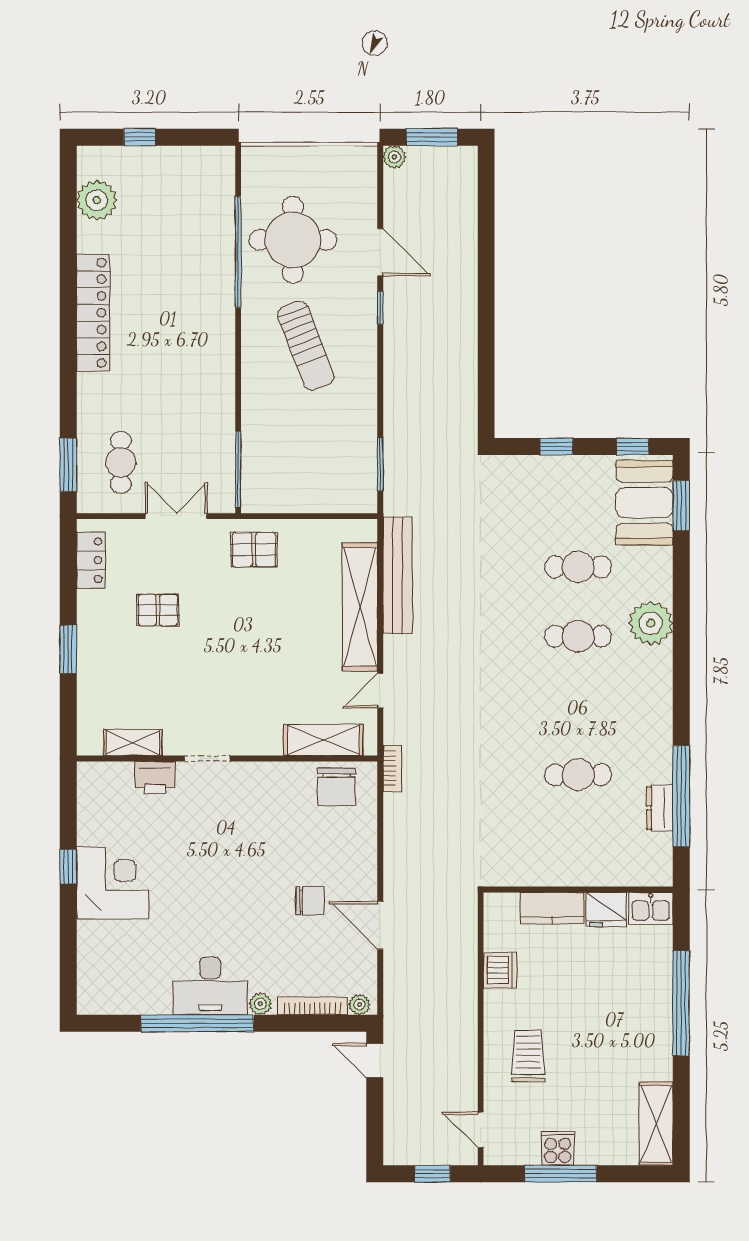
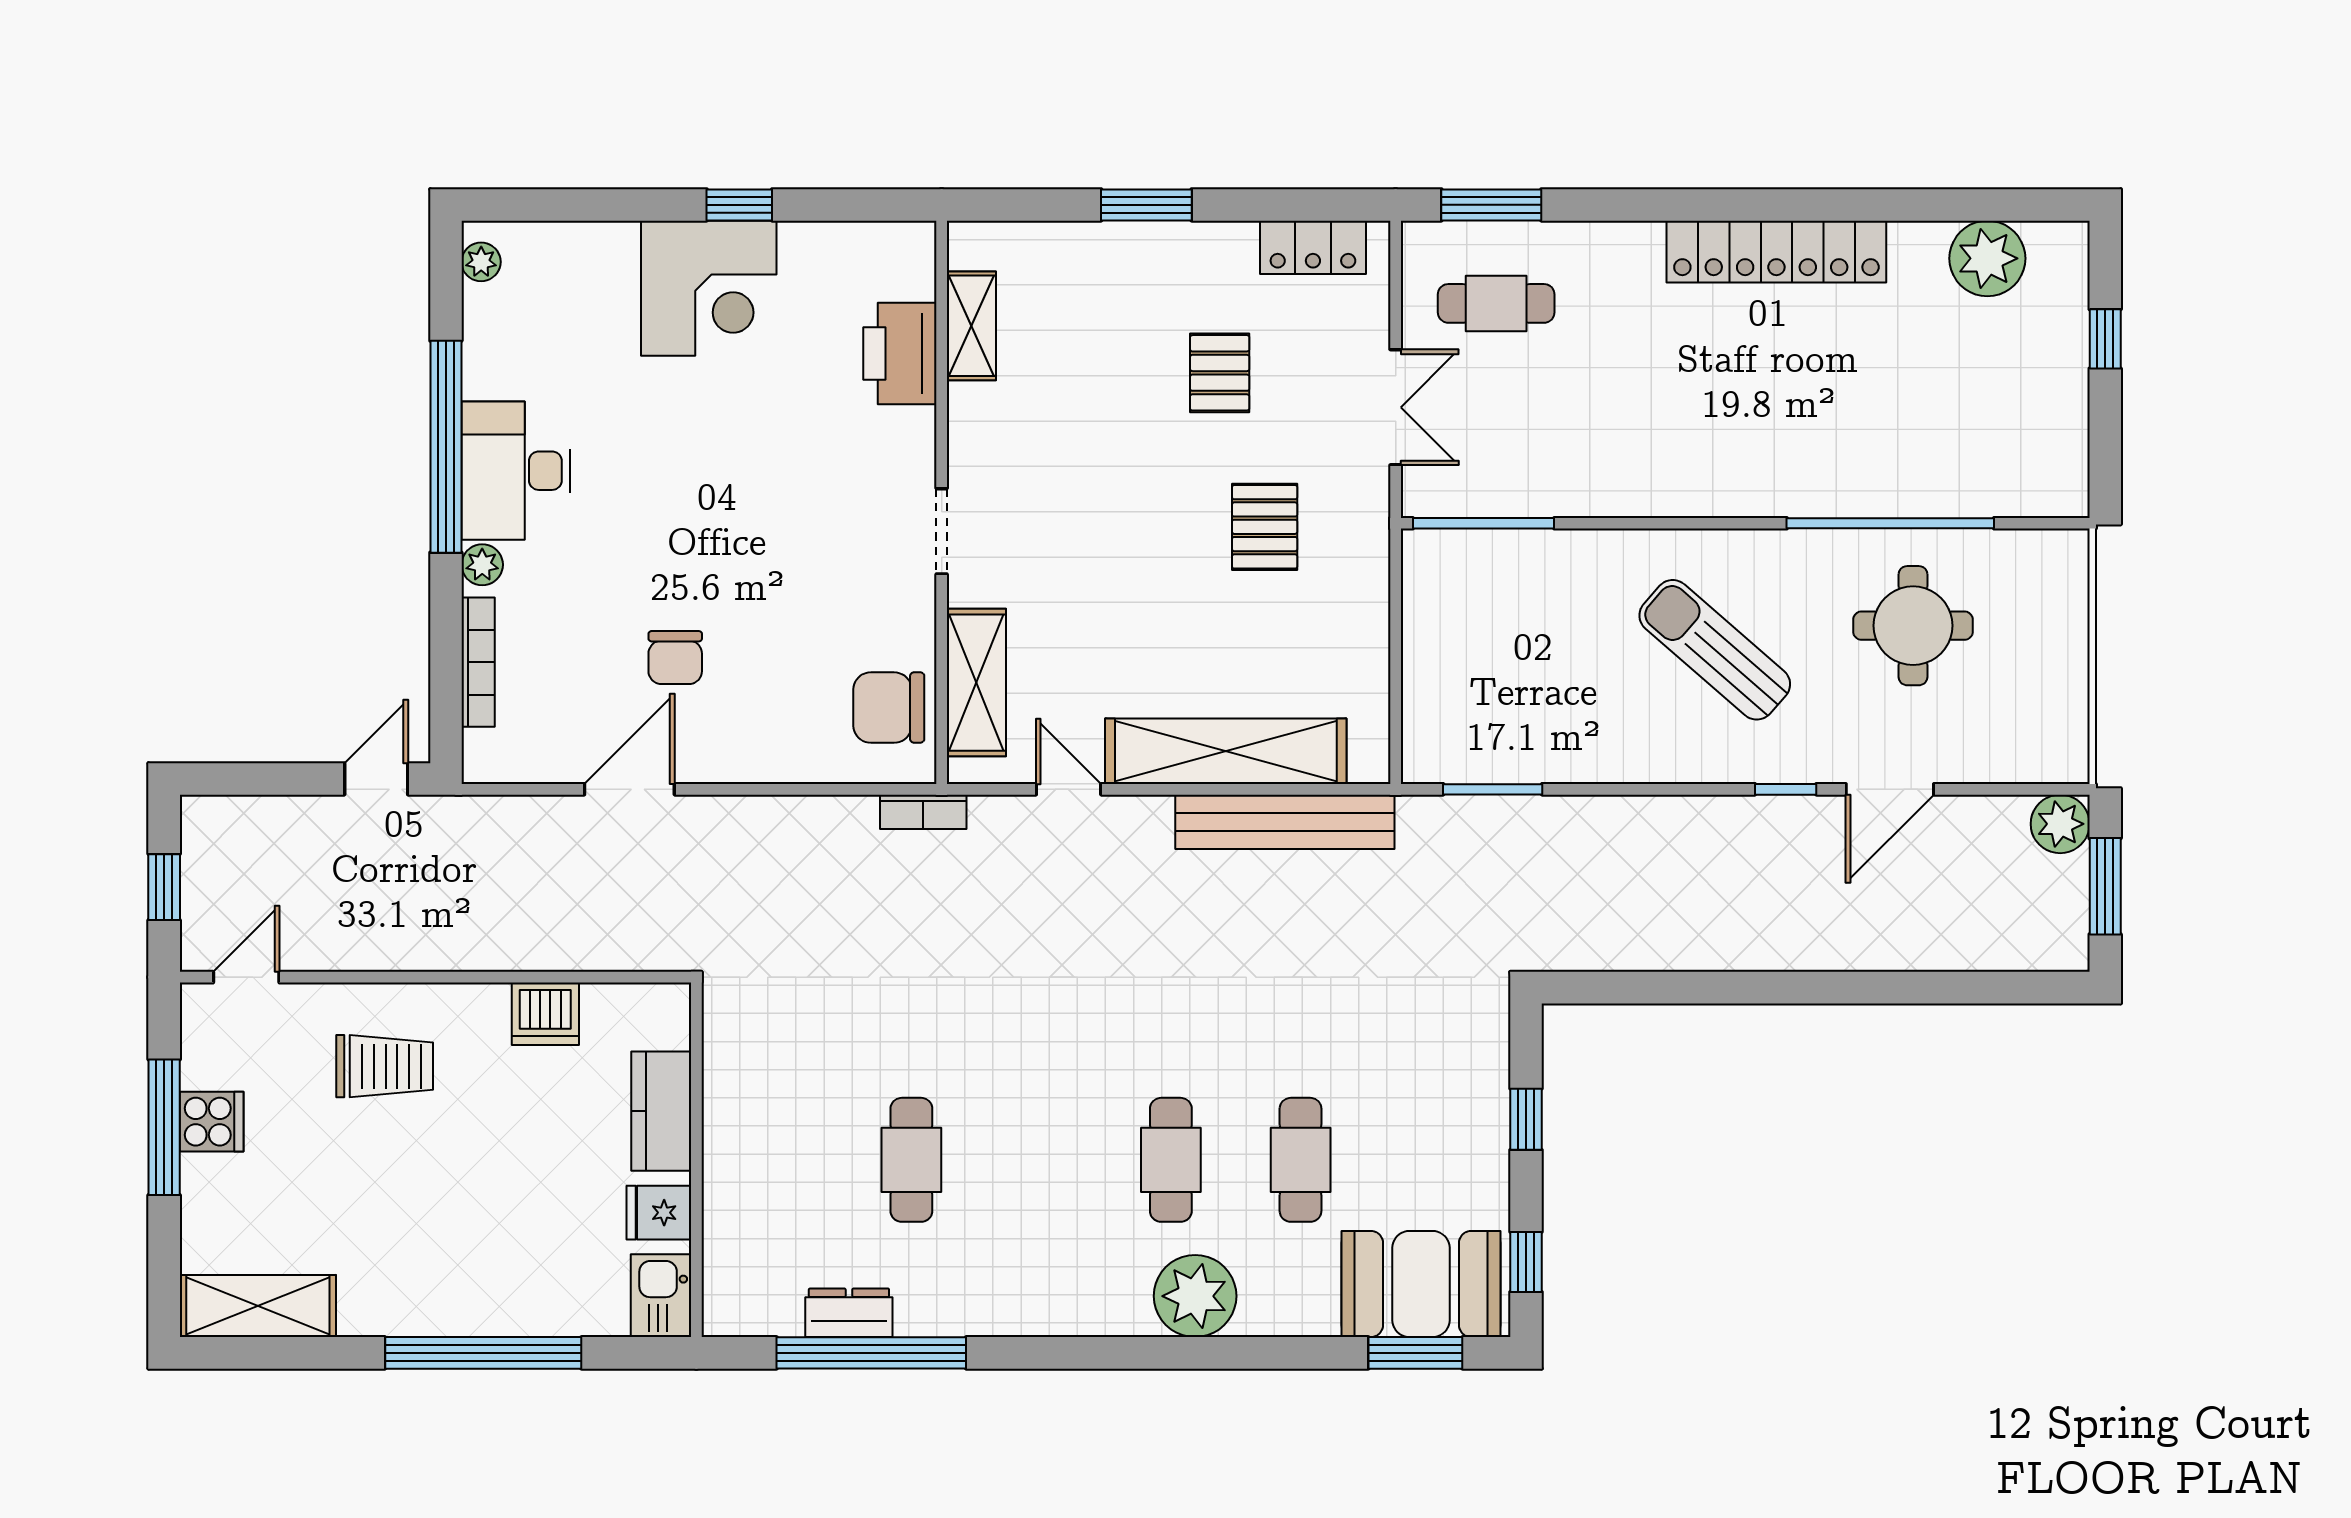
plant: (394, 157) -> (2060, 824), width x1.38, depth x1.38
round table: (293, 240) -> (1913, 626), width x0.73, depth x0.73
sun lounger: (306, 346) -> (1715, 650), turned 62
pallet: (254, 550) -> (1265, 527), moved
doorway: (207, 759) -> (942, 531), moved
printer: (155, 778) -> (900, 354), width x1.37, depth x1.19
fridge: (606, 909) -> (659, 1213), width x0.72
plant: (360, 1004) -> (481, 262), moved

